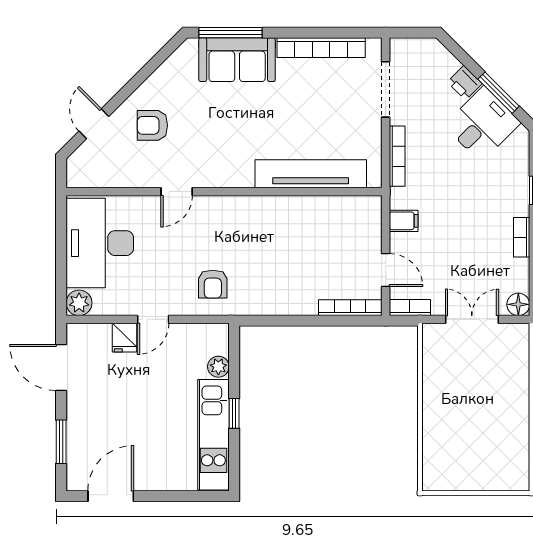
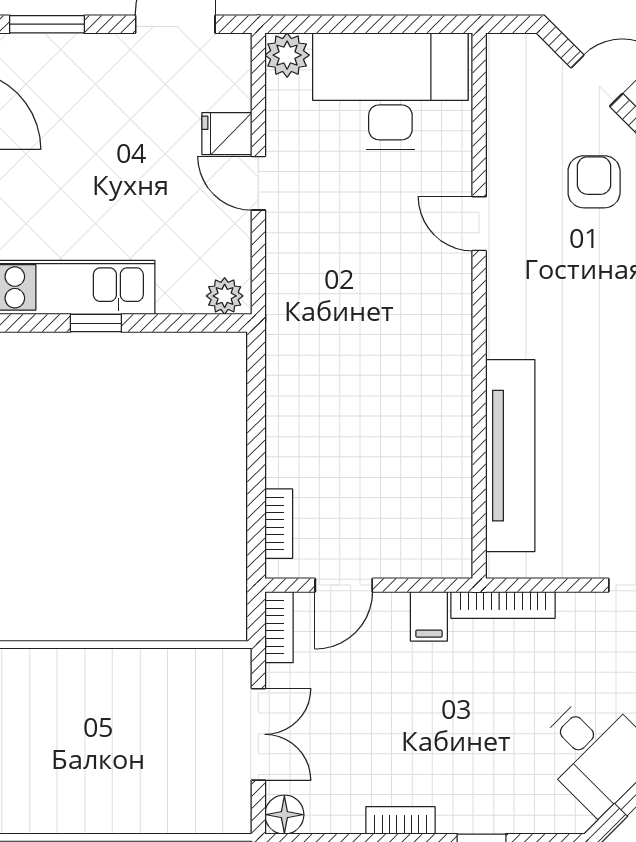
bookcase: (397, 156) -> (503, 605), moved
armchair: (213, 284) -> (319, 286), removed
bookcase: (350, 308) -> (279, 524), width x0.64
plant: (218, 367) -> (225, 296), moved

